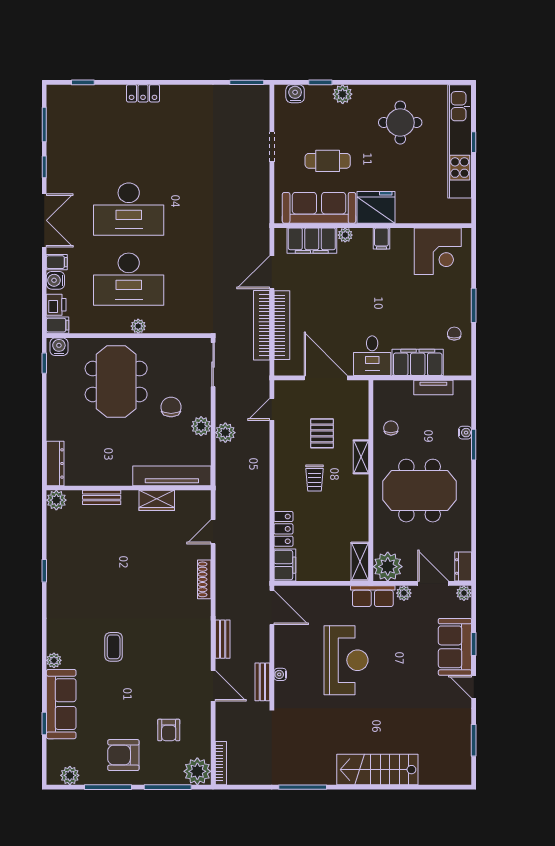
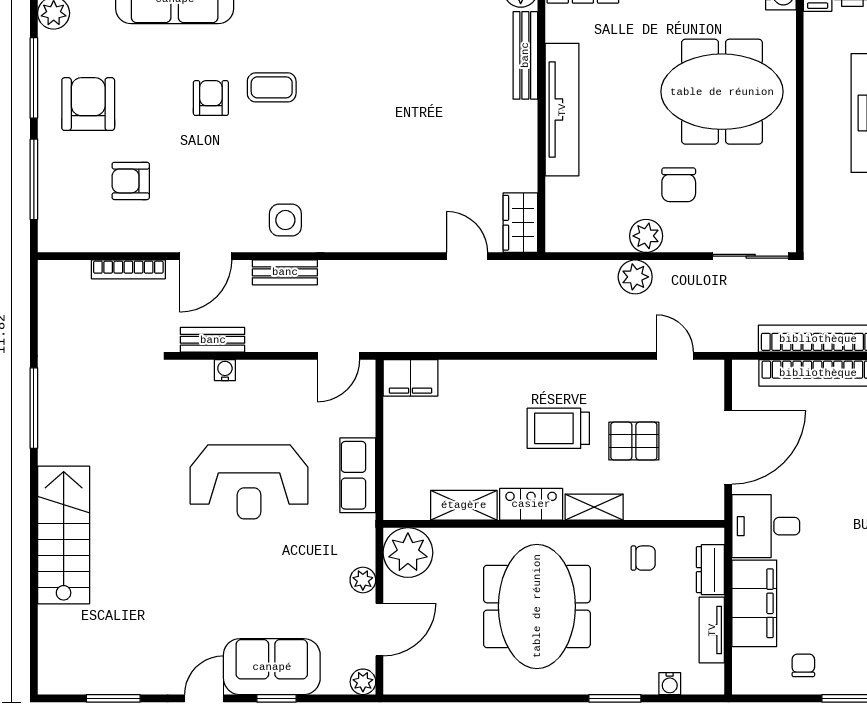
plant: (138, 326) -> (816, 129), removed
chair: (454, 334) -> (803, 665), turned -90
chair: (171, 407) -> (679, 185), turned 90
water cooler: (465, 433) -> (670, 684), moved
tv unit: (172, 476) -> (562, 110), moved
trolley: (315, 478) -> (558, 428), width x1.36, depth x1.39
bench: (102, 497) -> (525, 55), width x1.36
wardrobe: (157, 500) -> (520, 223), moved
locker: (283, 529) -> (531, 504), moved, turned 180
shelving: (360, 562) -> (464, 505), moved
dresser: (463, 566) -> (710, 570), moved, turned -90
shoe rack: (204, 579) -> (386, 241), removed
row of seats: (373, 596) -> (358, 475), moved
door: (272, 607) -> (339, 356), width x0.73
side table: (192, 639) -> (285, 220), added
armchair: (120, 683) -> (211, 98), added
bookcase: (221, 763) -> (128, 269), moved
plant: (197, 771) -> (61, 229), removed

